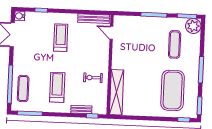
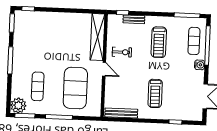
water cooler: (20, 16) -> (200, 65), moved
door: (111, 33) -> (104, 69), moved
exercise mat: (173, 90) -> (75, 88), moved

